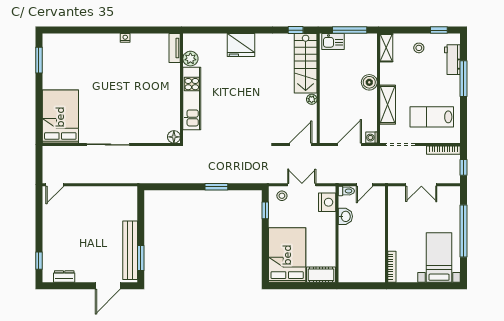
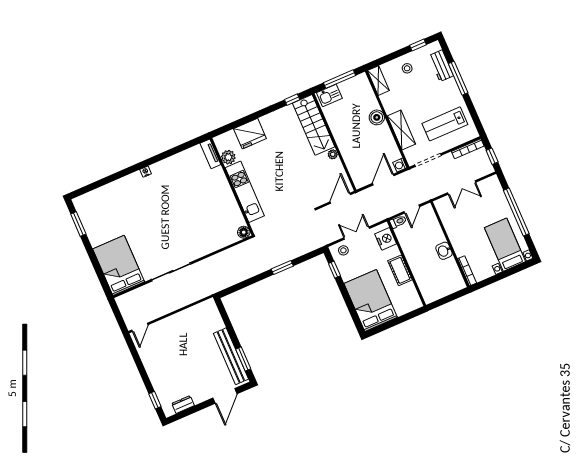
tv unit: (175, 48) -> (210, 154), moved
plant: (190, 59) -> (228, 157), moved
wall: (182, 88) -> (232, 187), moved
kitchen unit: (192, 98) -> (245, 192), moved
floor lamp: (174, 137) -> (244, 232), moved
washbasin: (345, 216) -> (444, 251), moved, turned 180
cot: (321, 275) -> (400, 270), moved, turned 90

